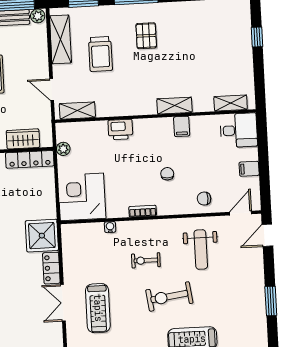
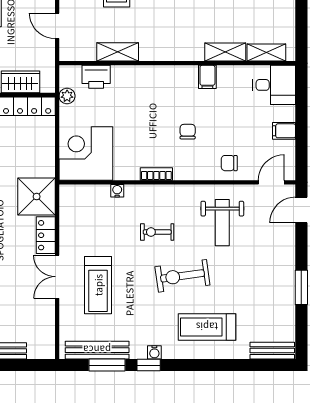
shelving: (175, 106) -> (225, 52), moved
shelving: (77, 111) -> (118, 52), moved
printer: (120, 129) -> (96, 77), moved

